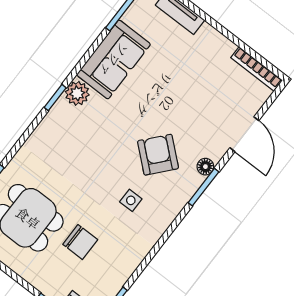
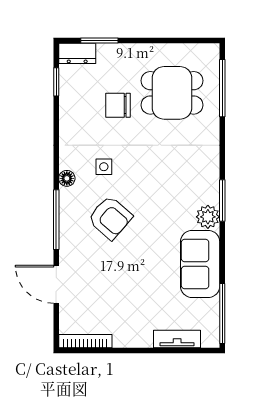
window: (55, 98) -> (222, 201), width x1.50
floor lamp: (205, 167) -> (67, 178), moved
window: (203, 187) -> (56, 220), width x1.44

